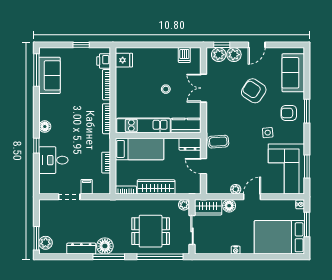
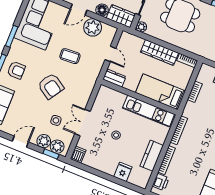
dishwasher: (184, 55) -> (78, 155), moved
fridge: (124, 60) -> (123, 172), moved, turned 90
double door: (203, 88) -> (82, 123), swing flipped
armchair: (254, 91) -> (51, 86), moved
kitchen counter: (186, 126) -> (152, 156), moved, turned 90
side table: (268, 133) -> (56, 120), moved
coffee table: (218, 142) -> (70, 56), moved
window: (307, 166) -> (12, 36), moved
plant: (236, 189) -> (93, 27), width x1.87, depth x1.87

